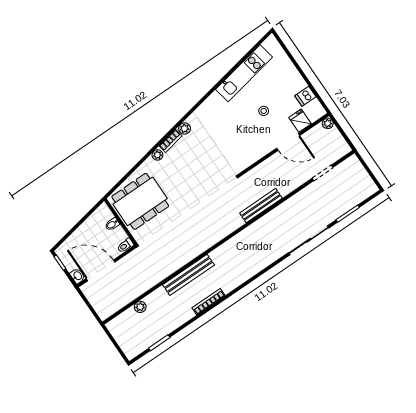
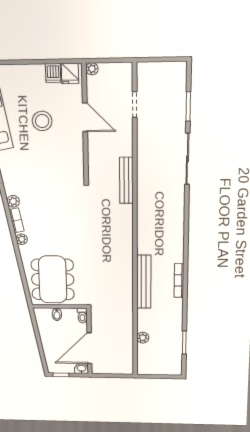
stool: (264, 111) -> (42, 121), width x1.89, depth x1.89
fridge: (300, 121) -> (70, 73), moved, turned -90
door: (288, 142) -> (85, 117), hinge flipped

